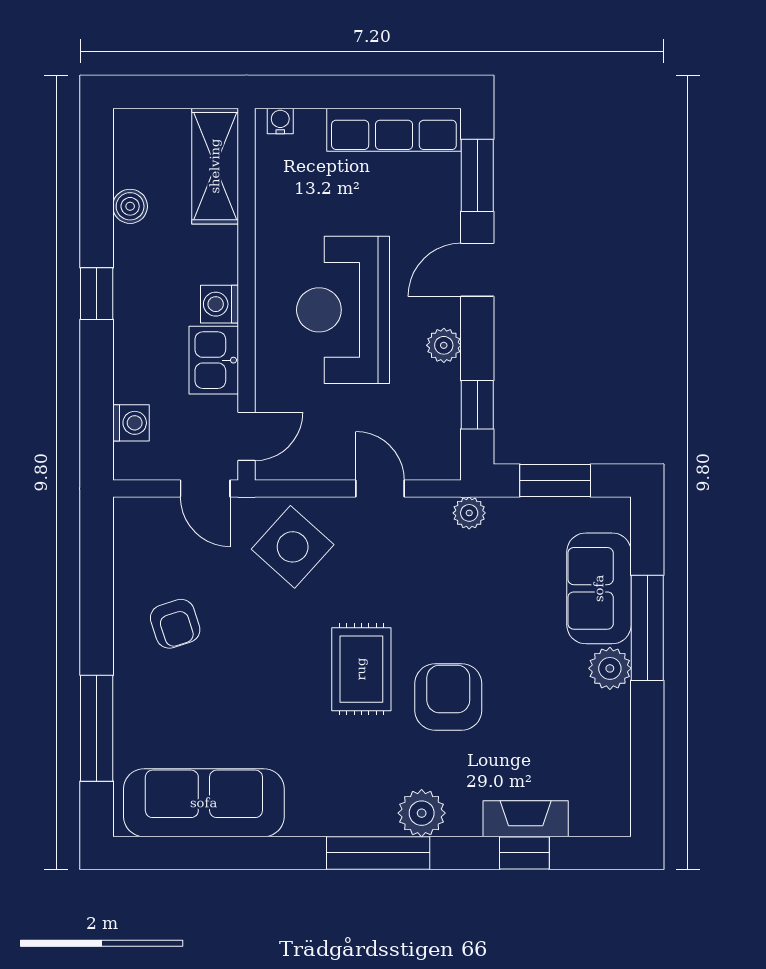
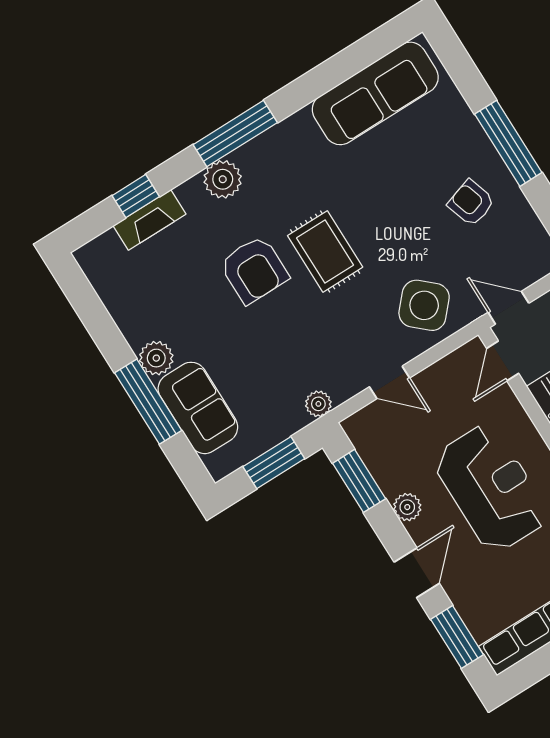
window: (477, 405) -> (359, 481), width x1.50
window: (97, 728) -> (508, 143), moved

